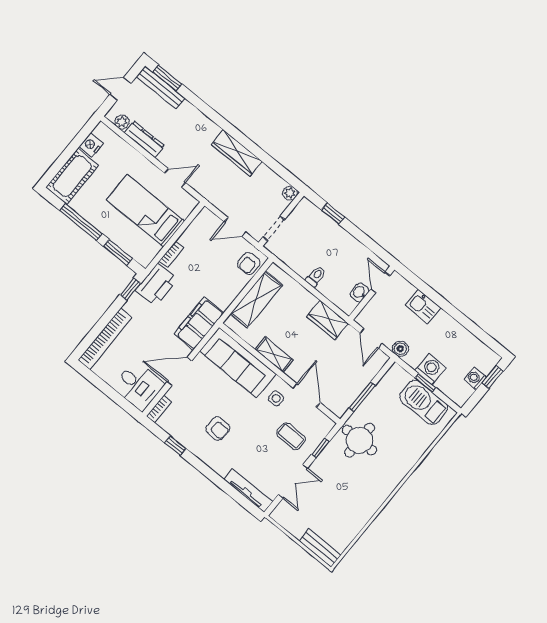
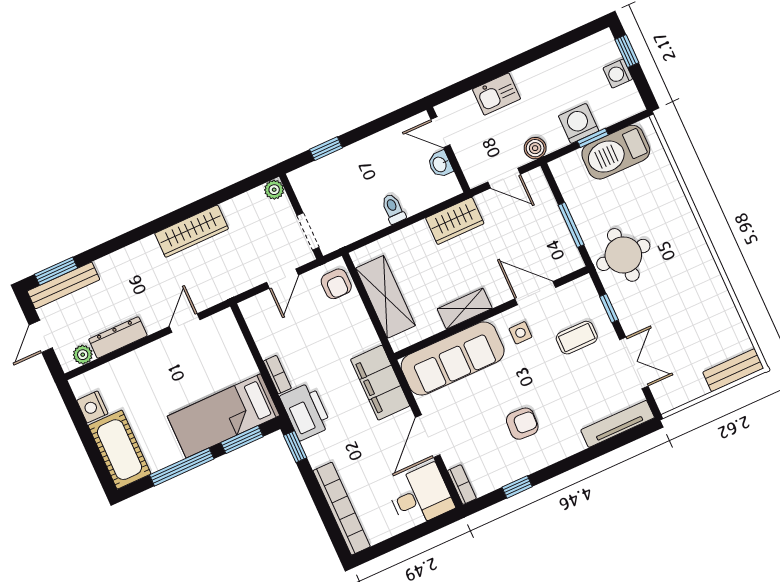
bed: (145, 211) -> (223, 416), moved

